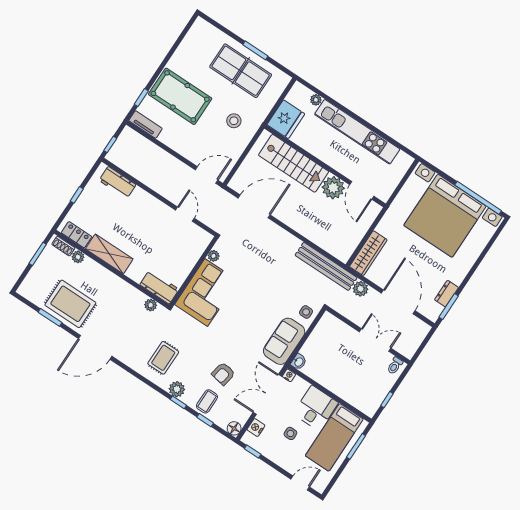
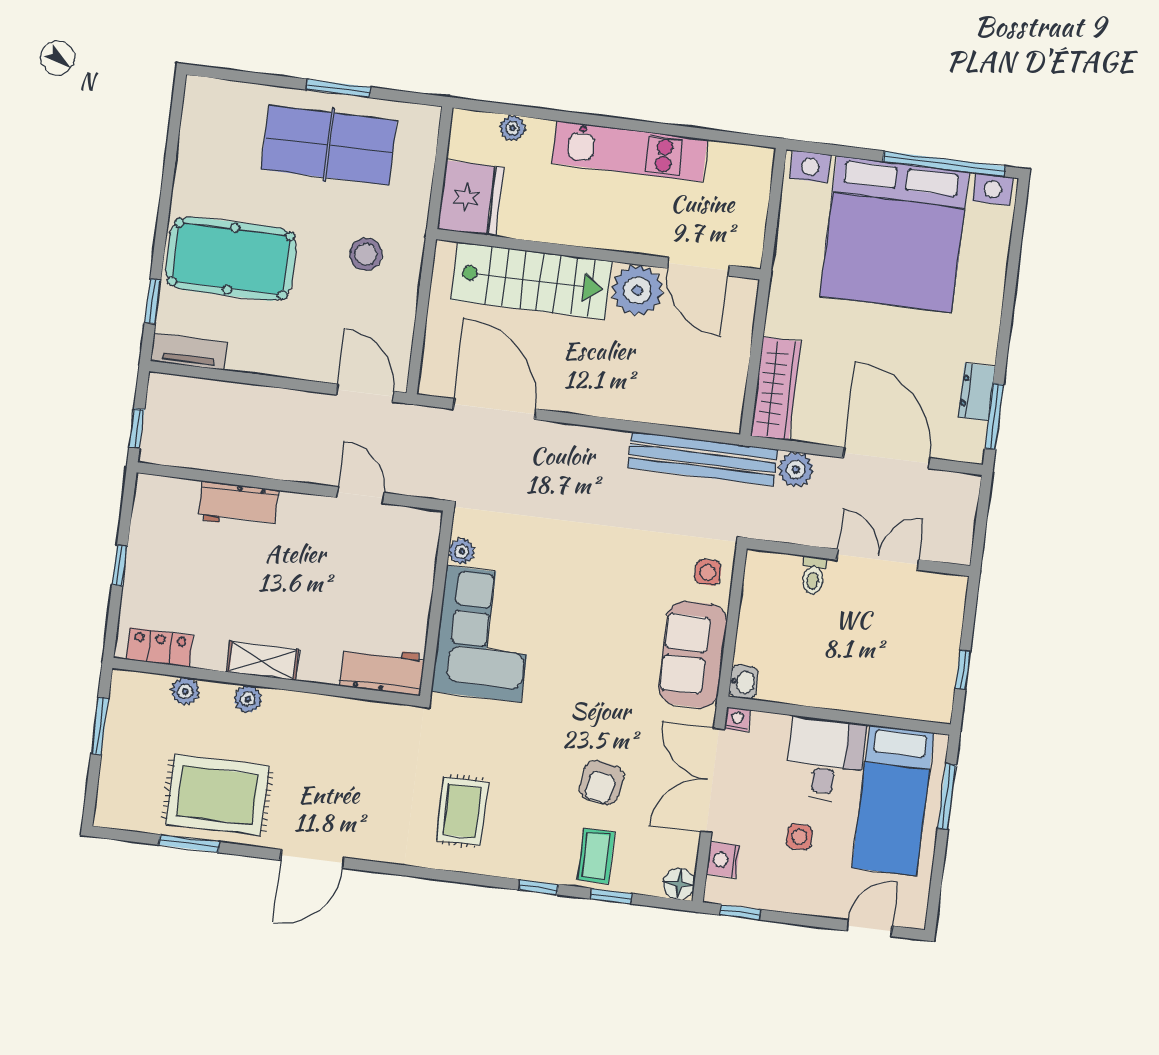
kitchen unit: (357, 132) -> (630, 151), width x0.73
door: (207, 175) -> (365, 393), hinge flipped
workbench: (117, 183) -> (238, 505), moved
door: (254, 206) -> (494, 409), hinge flipped
shoe rack: (63, 246) -> (144, 684), removed
shelving: (109, 254) -> (263, 661), width x0.67, depth x0.75
plant: (151, 305) -> (248, 699), moved
door: (95, 347) -> (312, 859), width x0.73
toilet: (395, 366) -> (813, 576), moved
plant: (177, 389) -> (522, 862), removed

